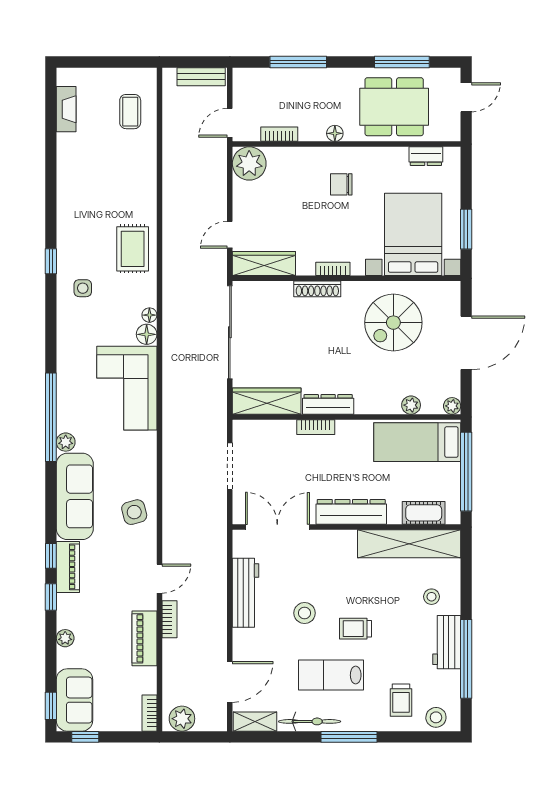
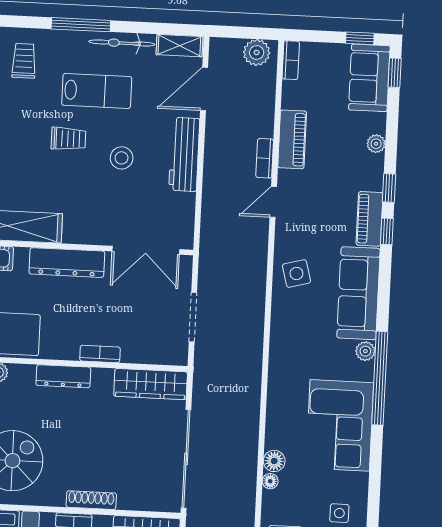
corner sofa: (127, 388) -> (340, 425), moved, turned 180
dresser: (328, 404) -> (63, 376), moved
workbench: (246, 593) -> (184, 154), moved

